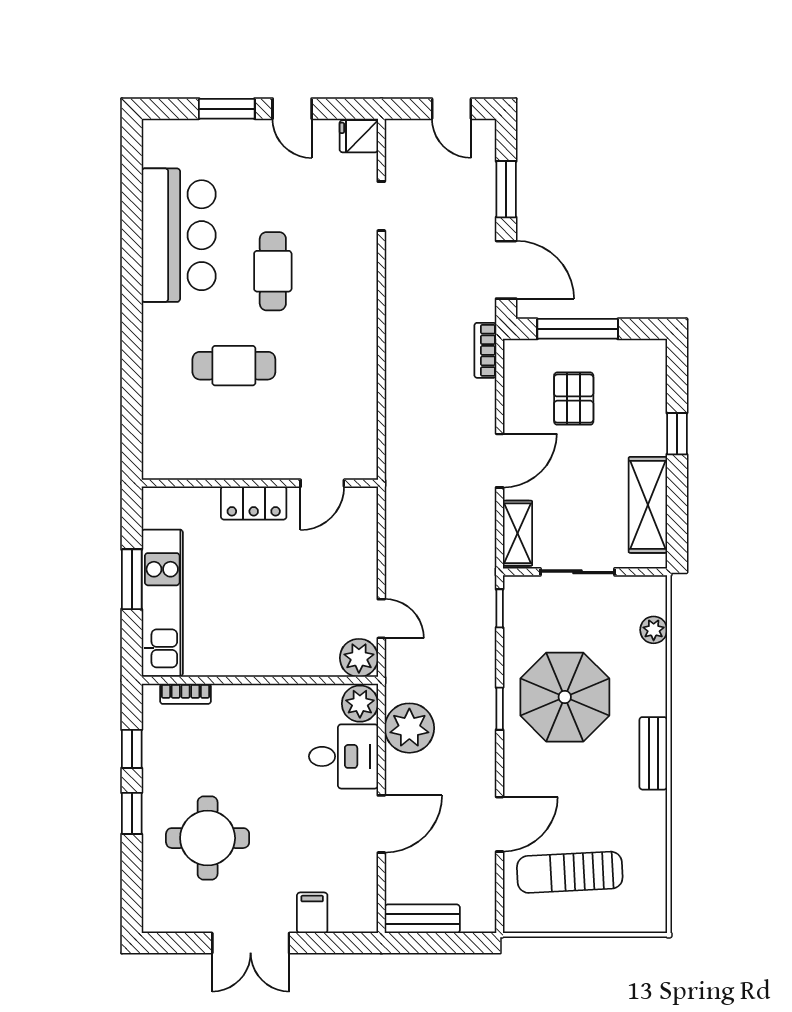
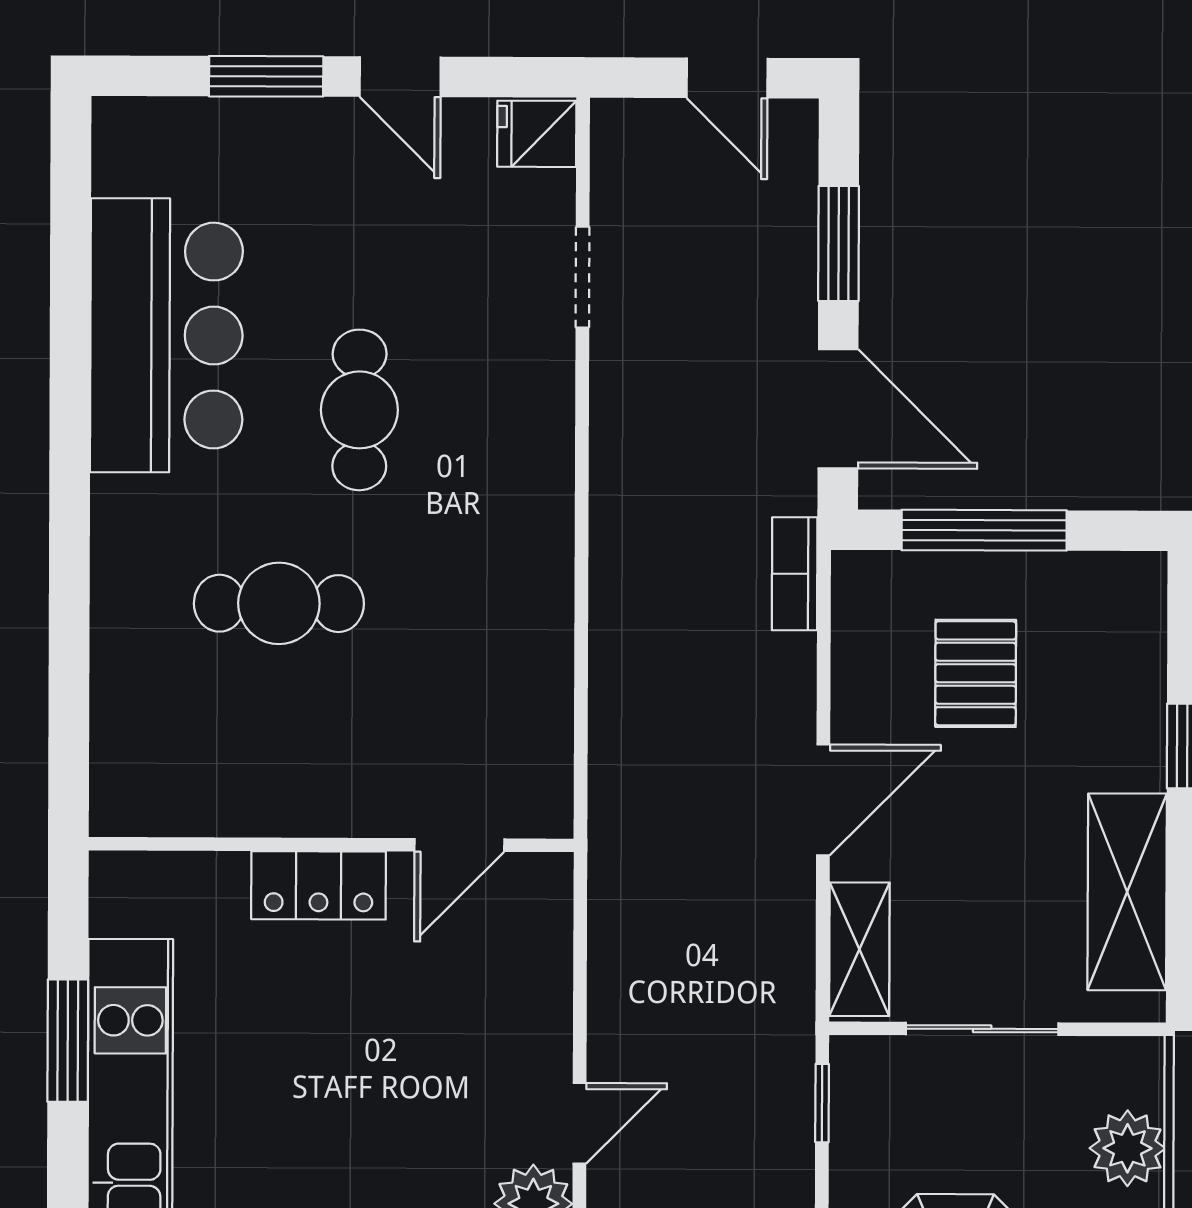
door: (381, 619) -> (579, 1123), hinge flipped
plant: (654, 630) -> (1127, 1148), width x1.38, depth x1.38

